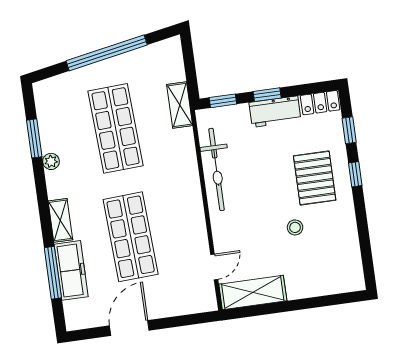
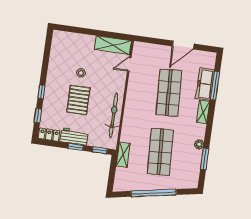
pallet: (315, 178) -> (78, 100), moved

